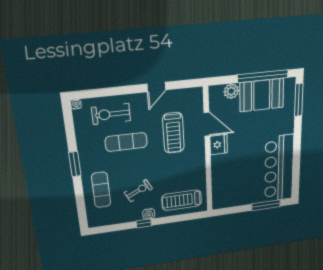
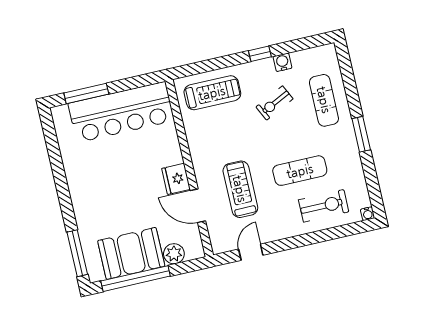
door: (156, 87) -> (251, 252), moved
bar counter: (279, 169) -> (121, 112), moved, turned 90
water cooler: (149, 214) -> (282, 62), moved

